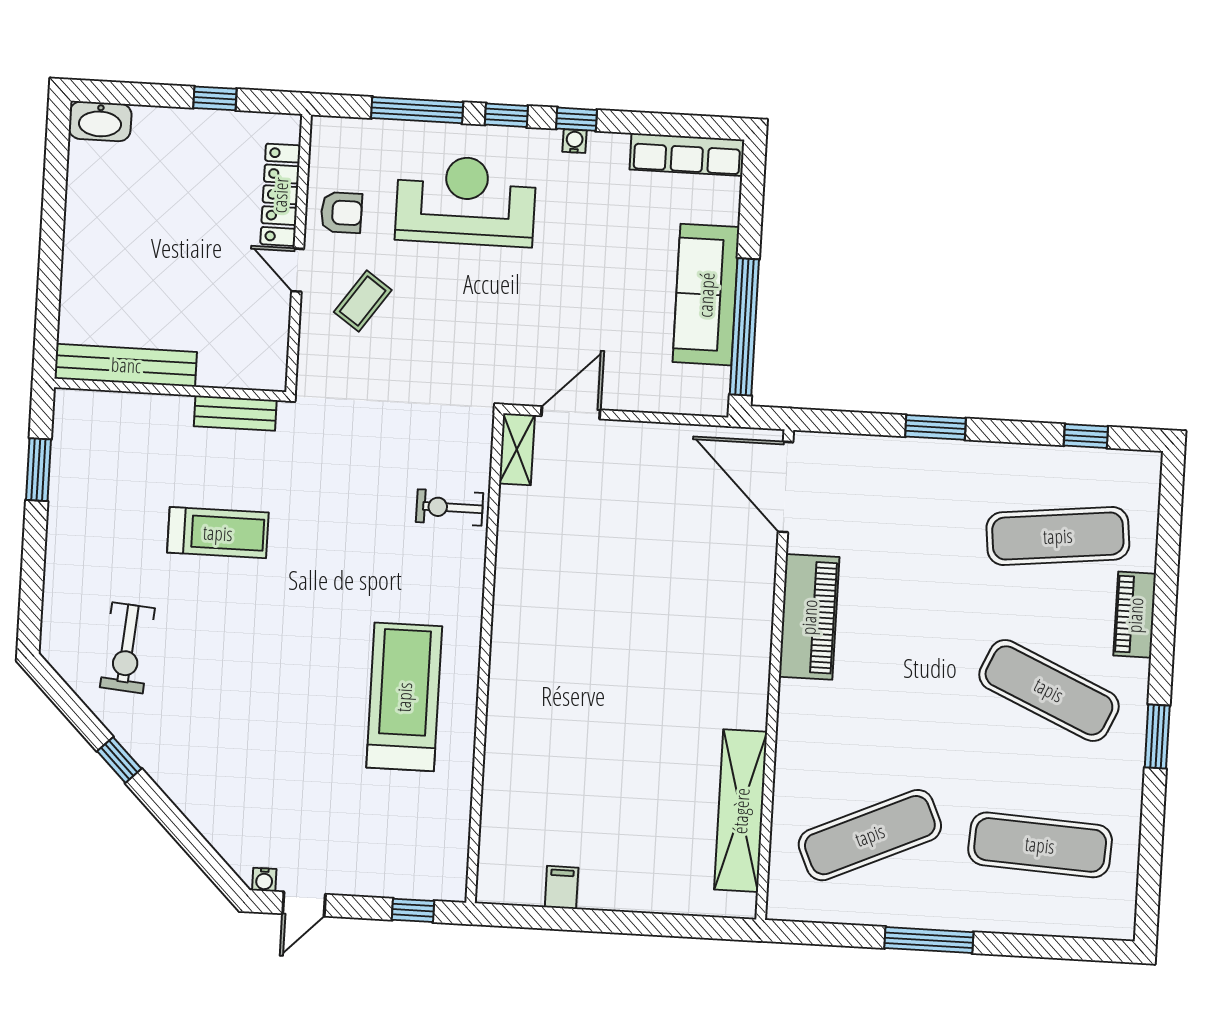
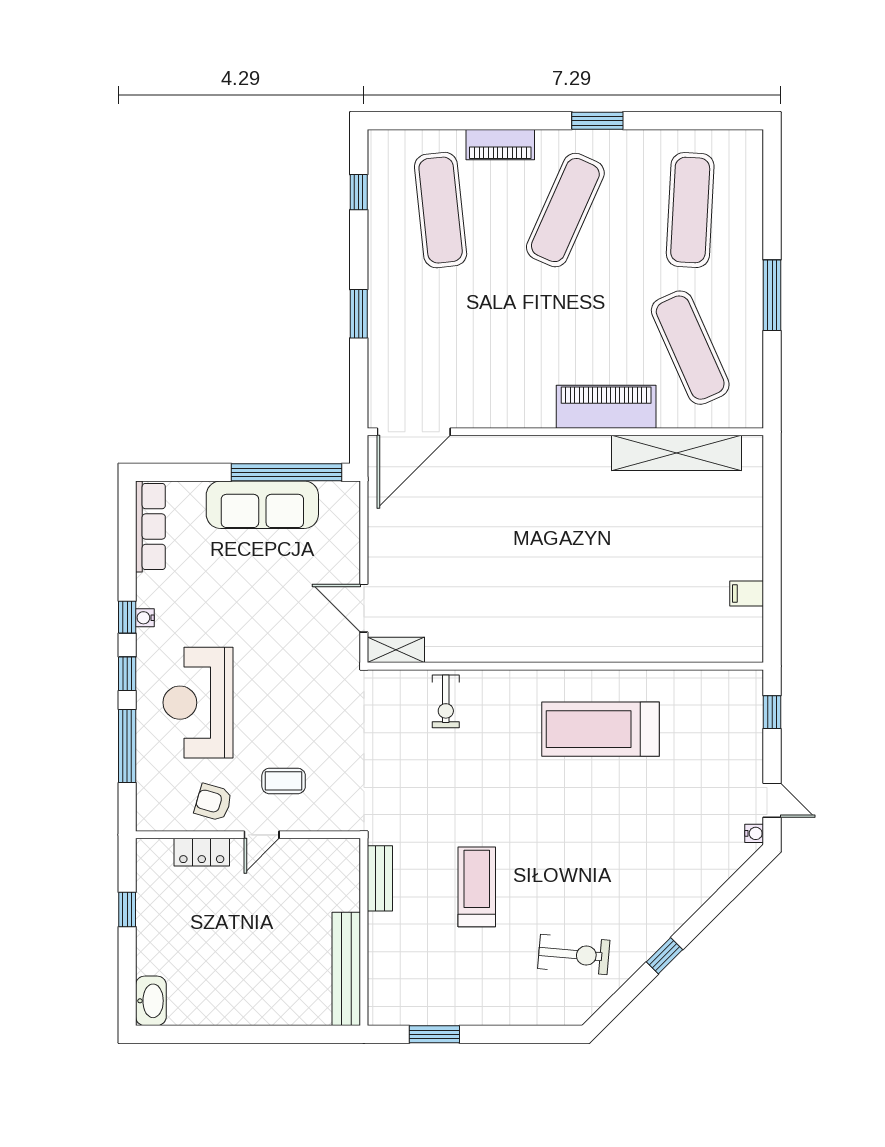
locker: (280, 195) -> (202, 852), width x0.66
armchair: (341, 213) -> (213, 802), turned -74
coffee table: (363, 301) -> (284, 781), turned -35
piano: (809, 617) -> (606, 407), moved

